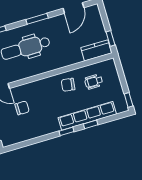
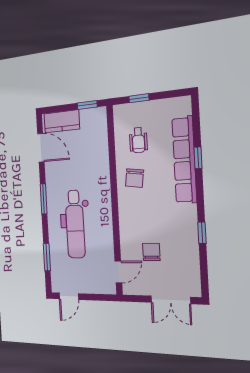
kitchen counter: (96, 50) -> (62, 121), moved, turned -90
window: (129, 100) -> (139, 98), moved
window: (66, 131) -> (202, 233), moved

